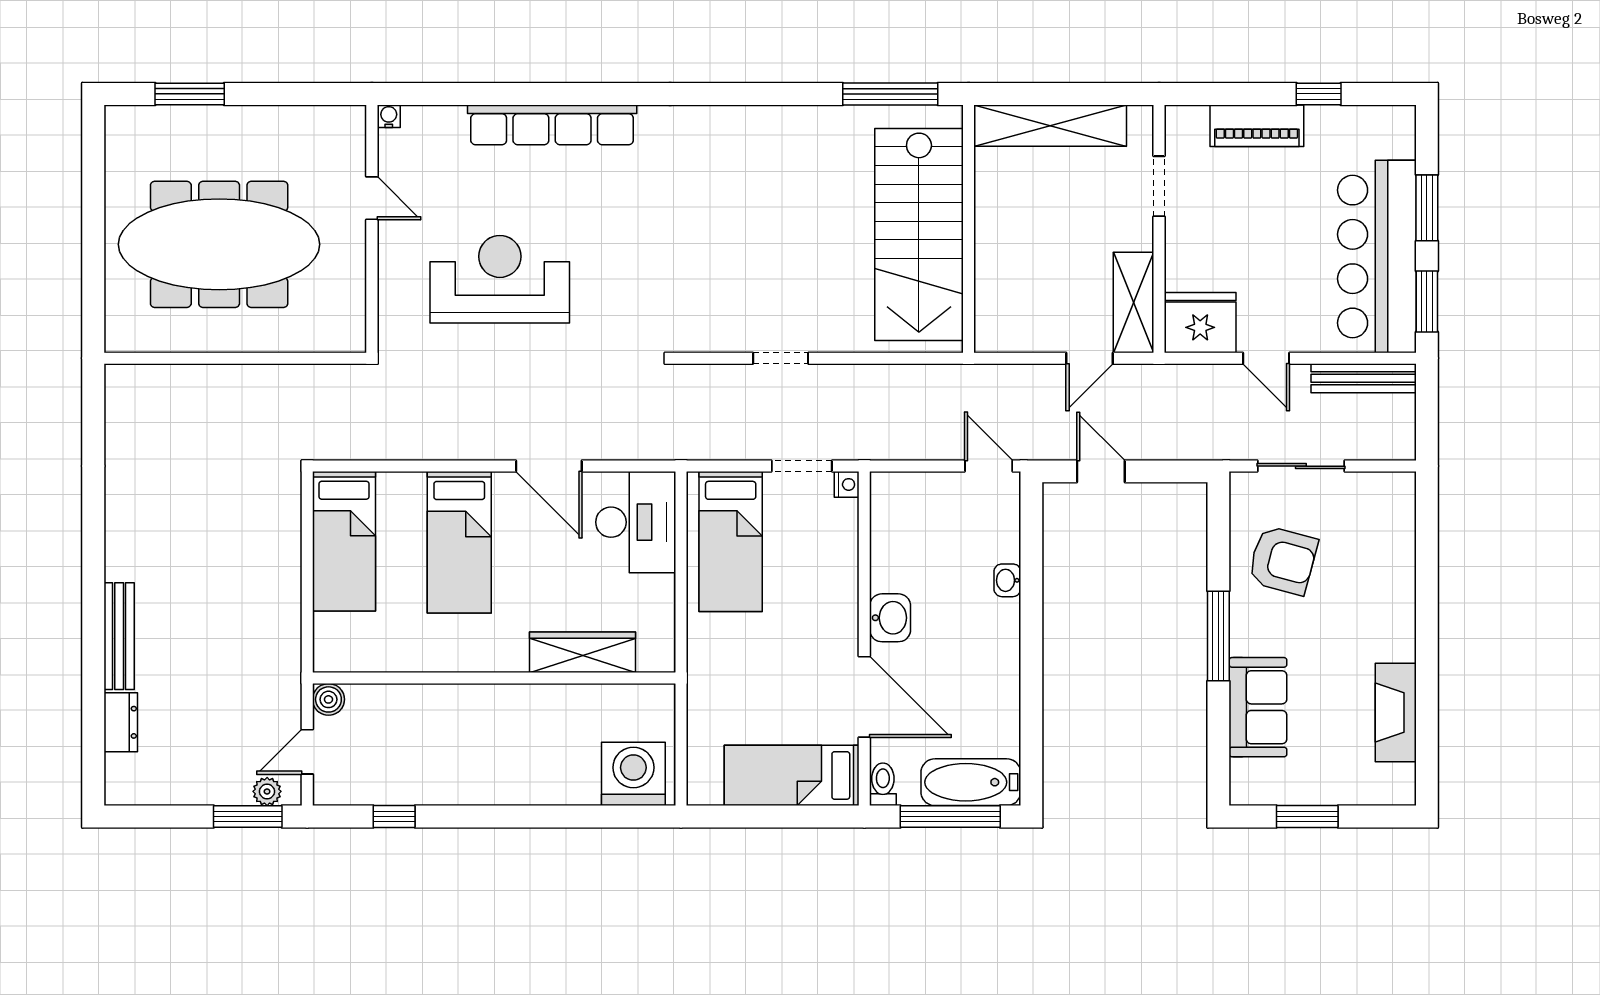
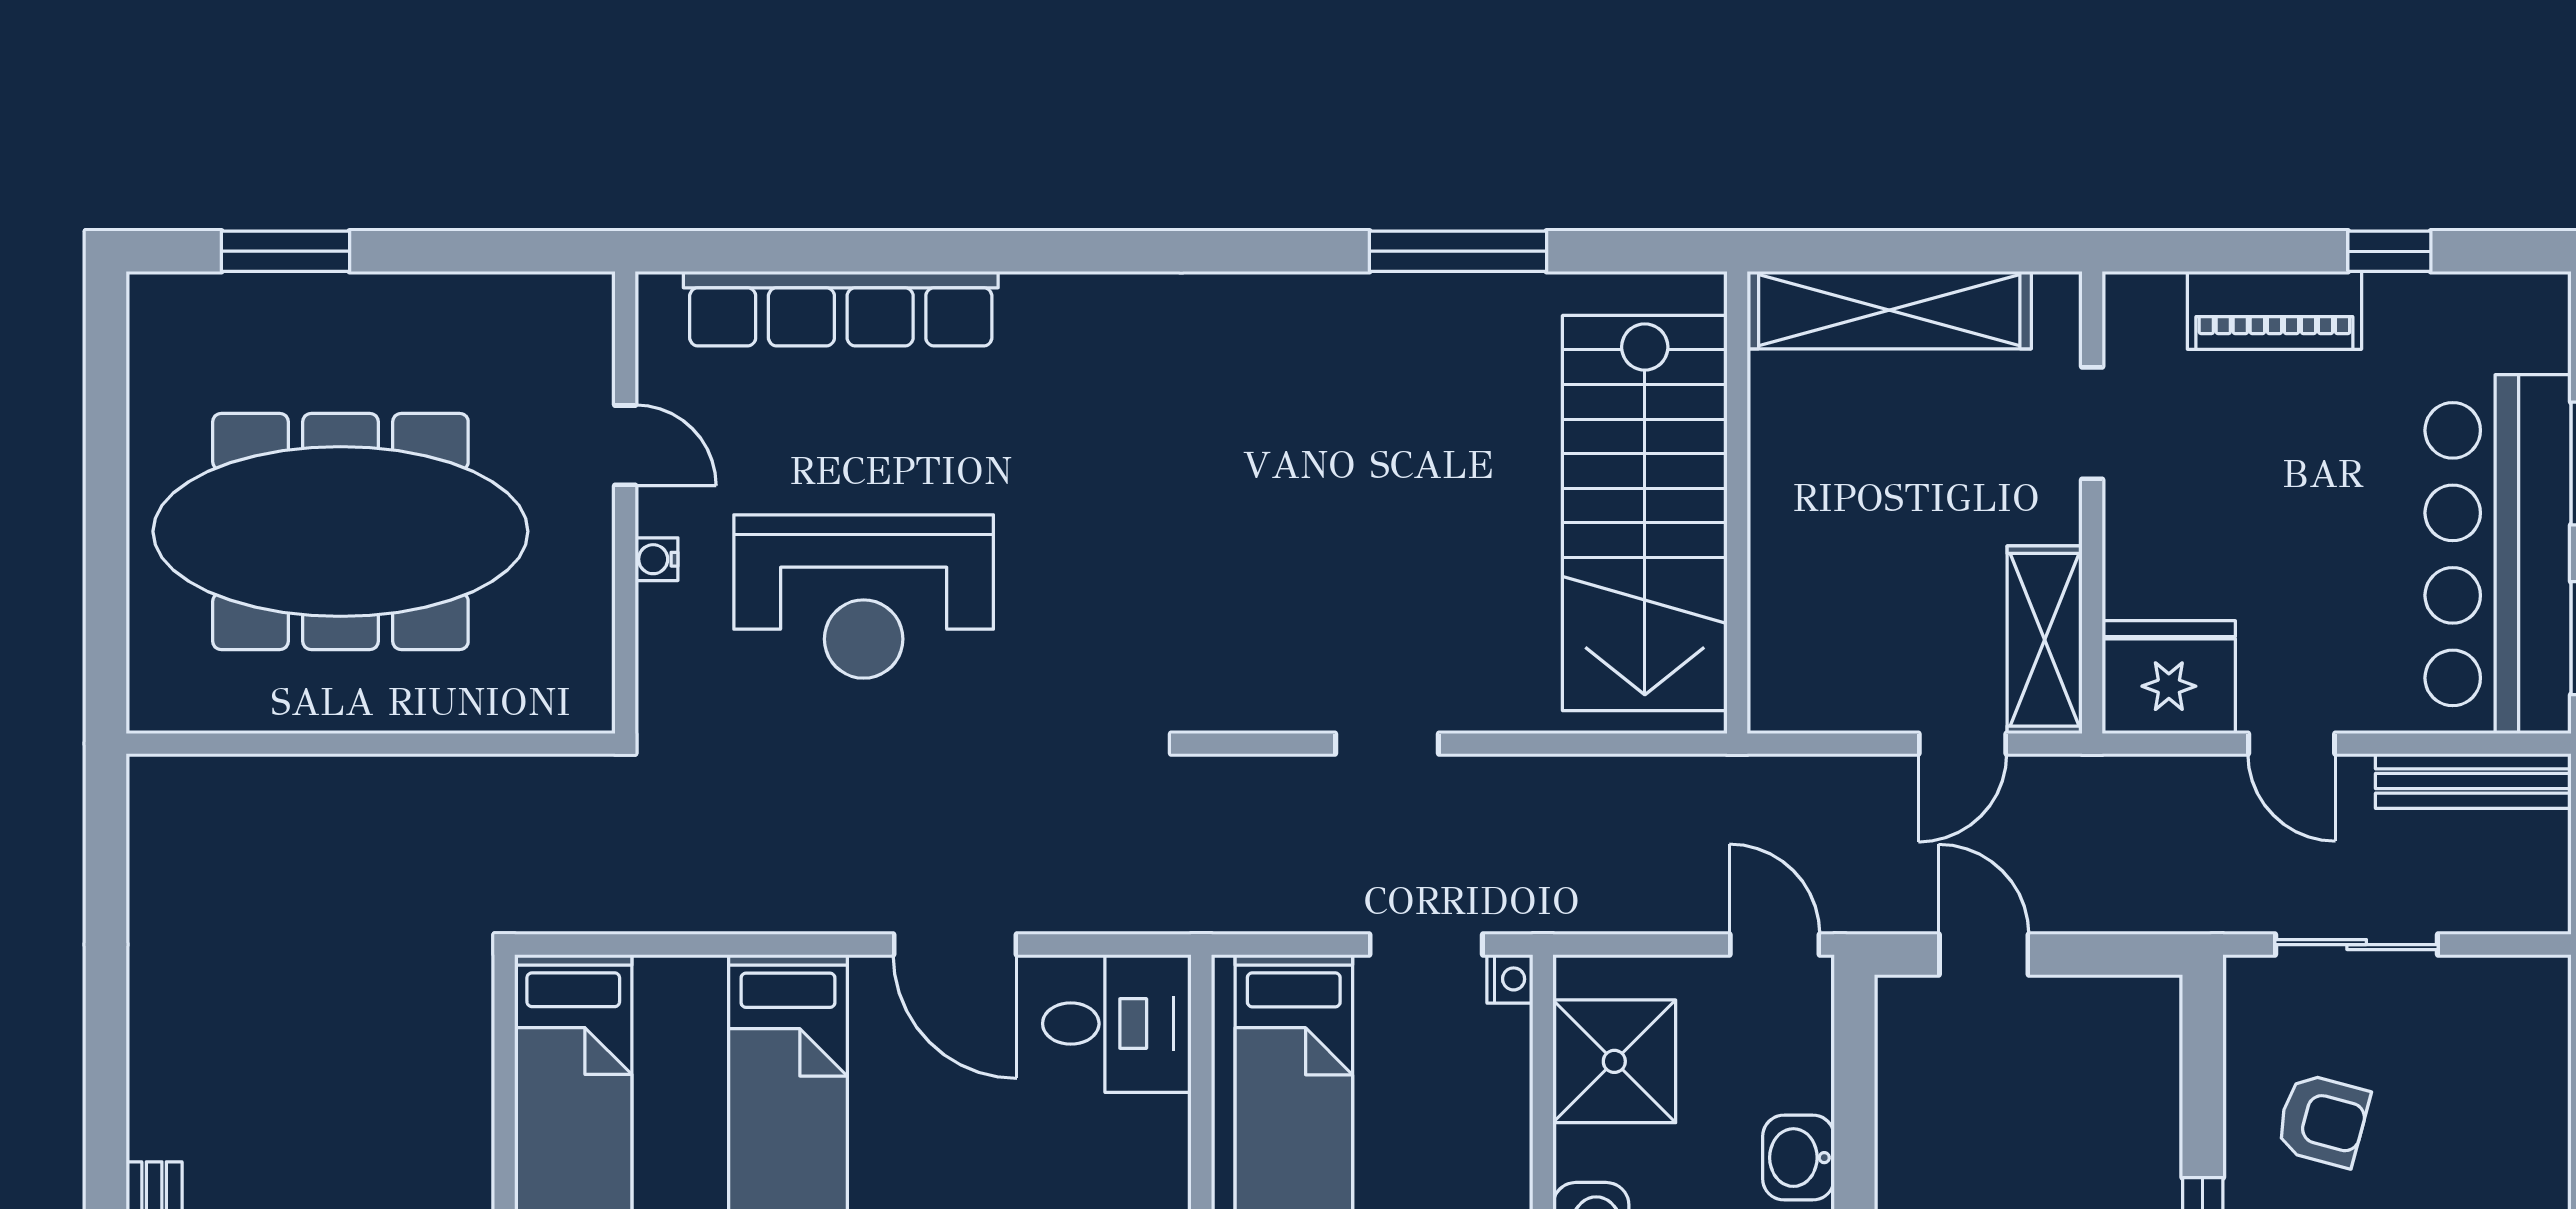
window: (890, 94) -> (1458, 251), moved
water cooler: (389, 116) -> (657, 559), moved, turned -90
row of seats: (552, 125) -> (841, 309), moved
reception desk: (500, 279) -> (864, 597), turned 180
desk: (636, 522) -> (1117, 1024), width x0.73
shower: (903, 529) -> (1614, 1061), added
armchair: (1283, 560) -> (2323, 1120), width x0.72, depth x0.72
washbasin: (1007, 580) -> (1798, 1158), width x1.38, depth x1.45

